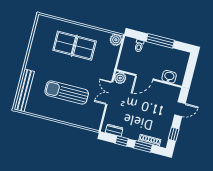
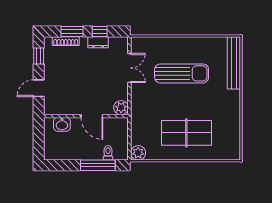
window: (160, 41) -> (98, 165), moved
door: (144, 77) -> (92, 116), swing flipped
double door: (109, 93) -> (129, 68), moved
dresser: (114, 130) -> (98, 42), moved

